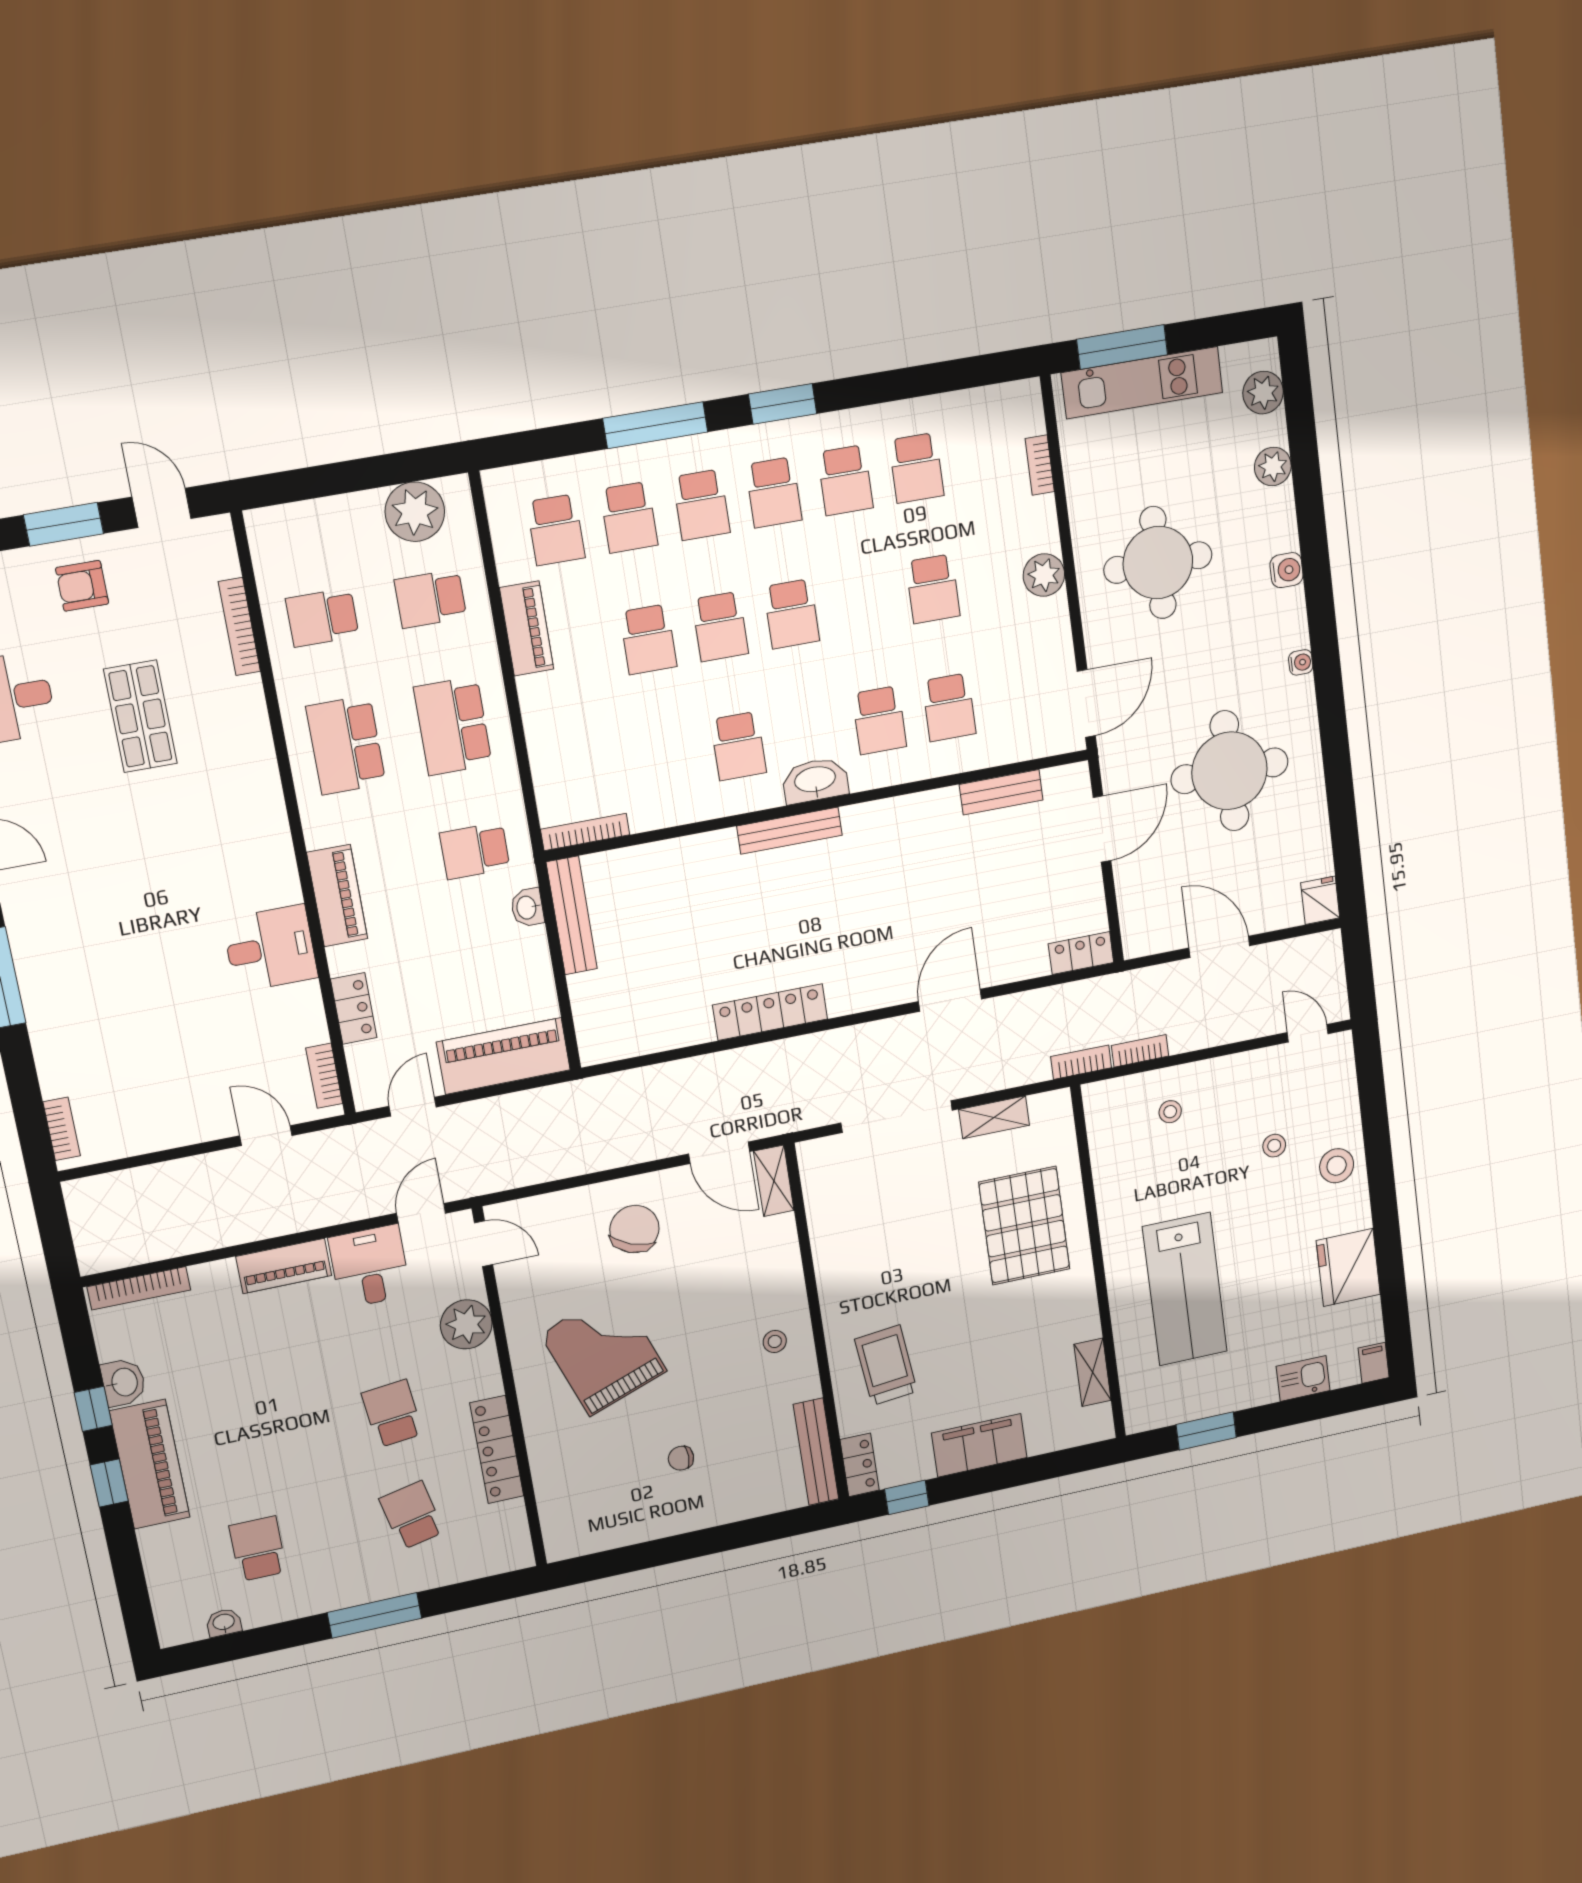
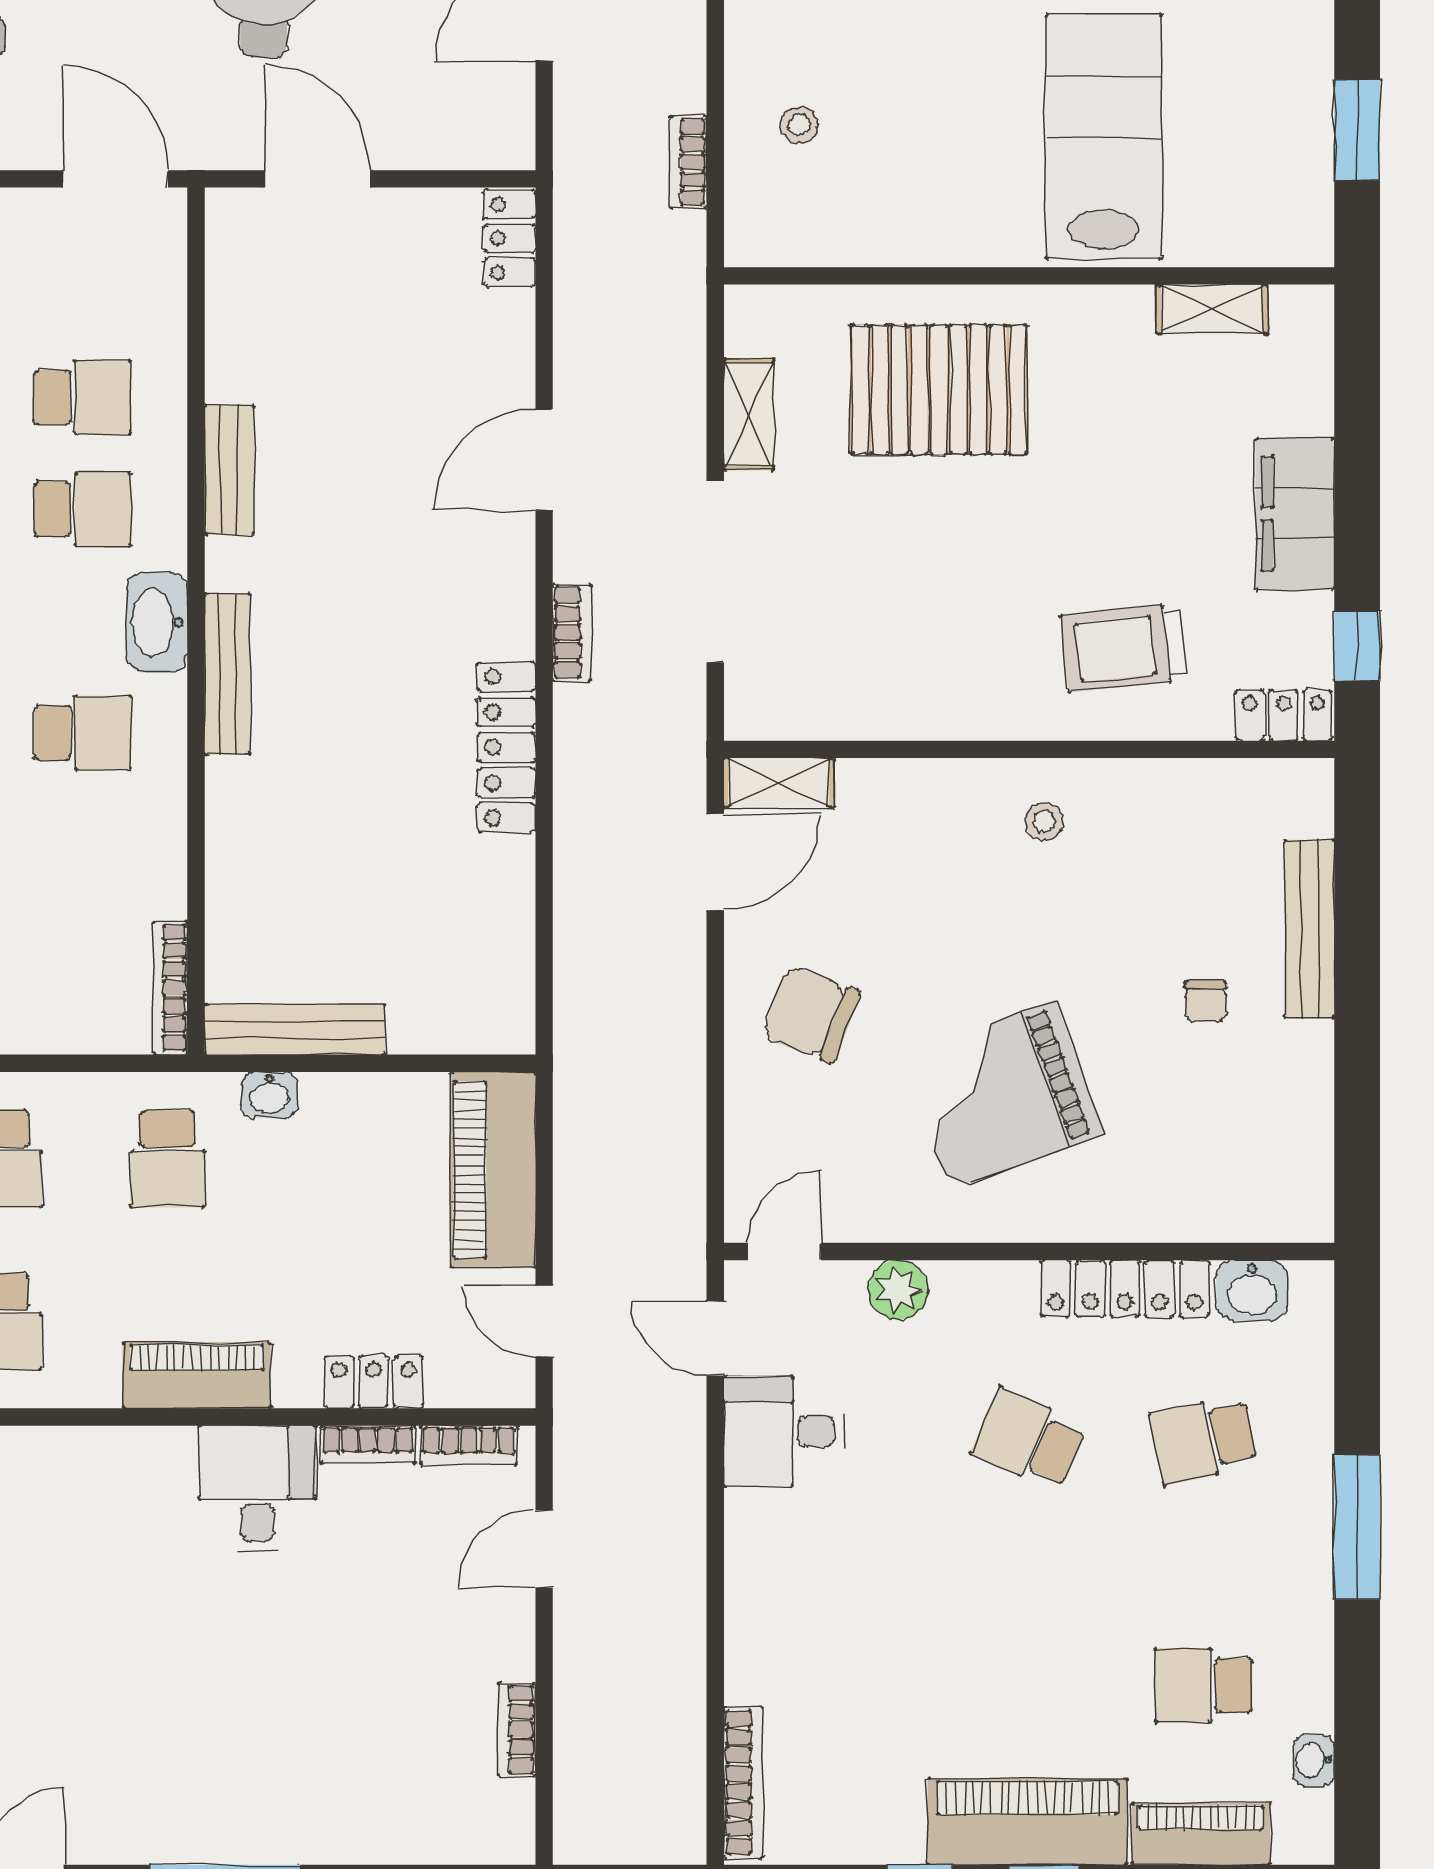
bench: (1001, 792) -> (229, 470), moved
door: (950, 1000) -> (544, 460), hinge flipped
bookcase: (312, 1013) -> (368, 1445), added
bookcase: (1081, 1062) -> (572, 632), moved, turned 180
bookcase: (62, 1129) -> (517, 1730), moved, turned -90
piano: (284, 1266) -> (1201, 1834), moved, turned -90
lab bench: (1185, 1289) -> (1104, 137), turned -90
plant: (466, 1324) -> (898, 1290), width x0.73, depth x0.73
washbasin: (123, 1382) -> (1252, 1290), moved, turned 180
school desk: (392, 1414) -> (1029, 1440), turned 30
bench: (816, 1452) -> (1309, 929), moved, turned 90

